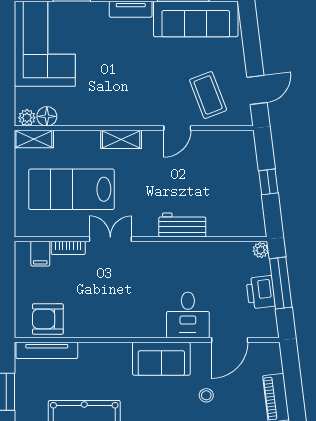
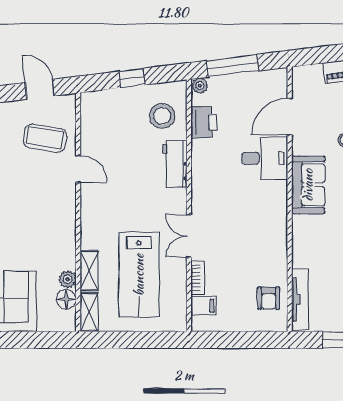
coffee table: (208, 95) -> (45, 138), turned 30
plant: (27, 118) -> (68, 279), moved
shelving: (121, 139) -> (89, 271), moved
stool: (230, 212) -> (162, 116), added
printer: (261, 292) -> (204, 122), moved, turned -83
armchair: (48, 319) -> (269, 298), width x0.72, depth x0.72
door: (230, 340) -> (290, 117), swing flipped

